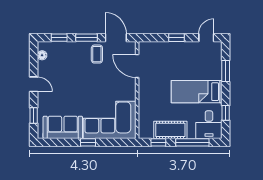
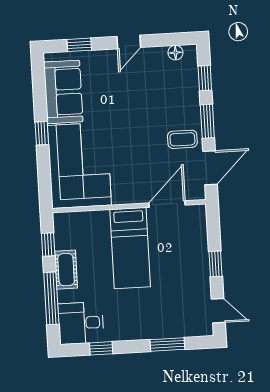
bed: (197, 92) -> (130, 248), moved, turned 180
cot: (170, 130) -> (66, 270), width x0.73, depth x0.75

